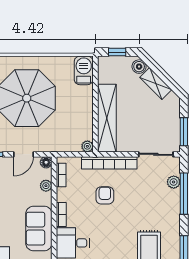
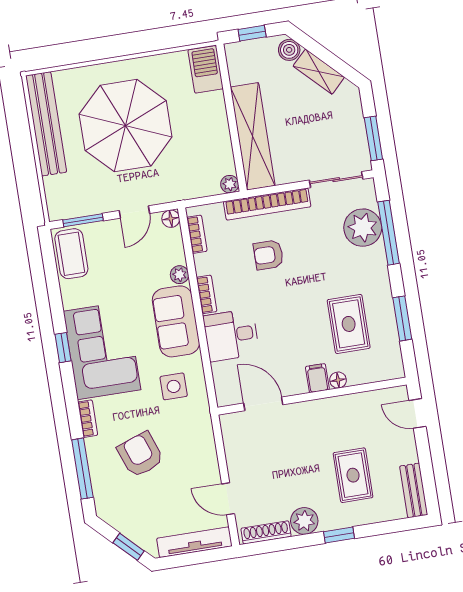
plant: (174, 182) -> (363, 228), width x1.88, depth x1.88
plant: (46, 186) -> (180, 275), moved
armchair: (105, 195) -> (268, 255), turned -90

